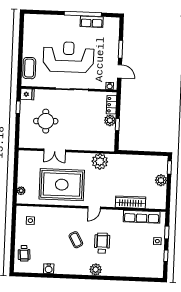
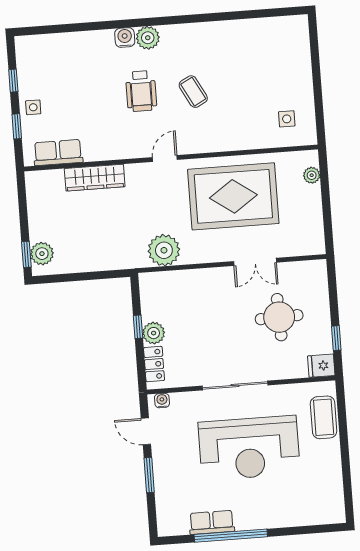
double door: (55, 150) -> (255, 262), swing flipped
plant: (161, 180) -> (42, 254), moved
row of seats: (142, 217) -> (58, 153), width x0.68
wheelchair: (24, 253) -> (292, 53), removed
water cooler: (49, 269) -> (125, 37), moved

